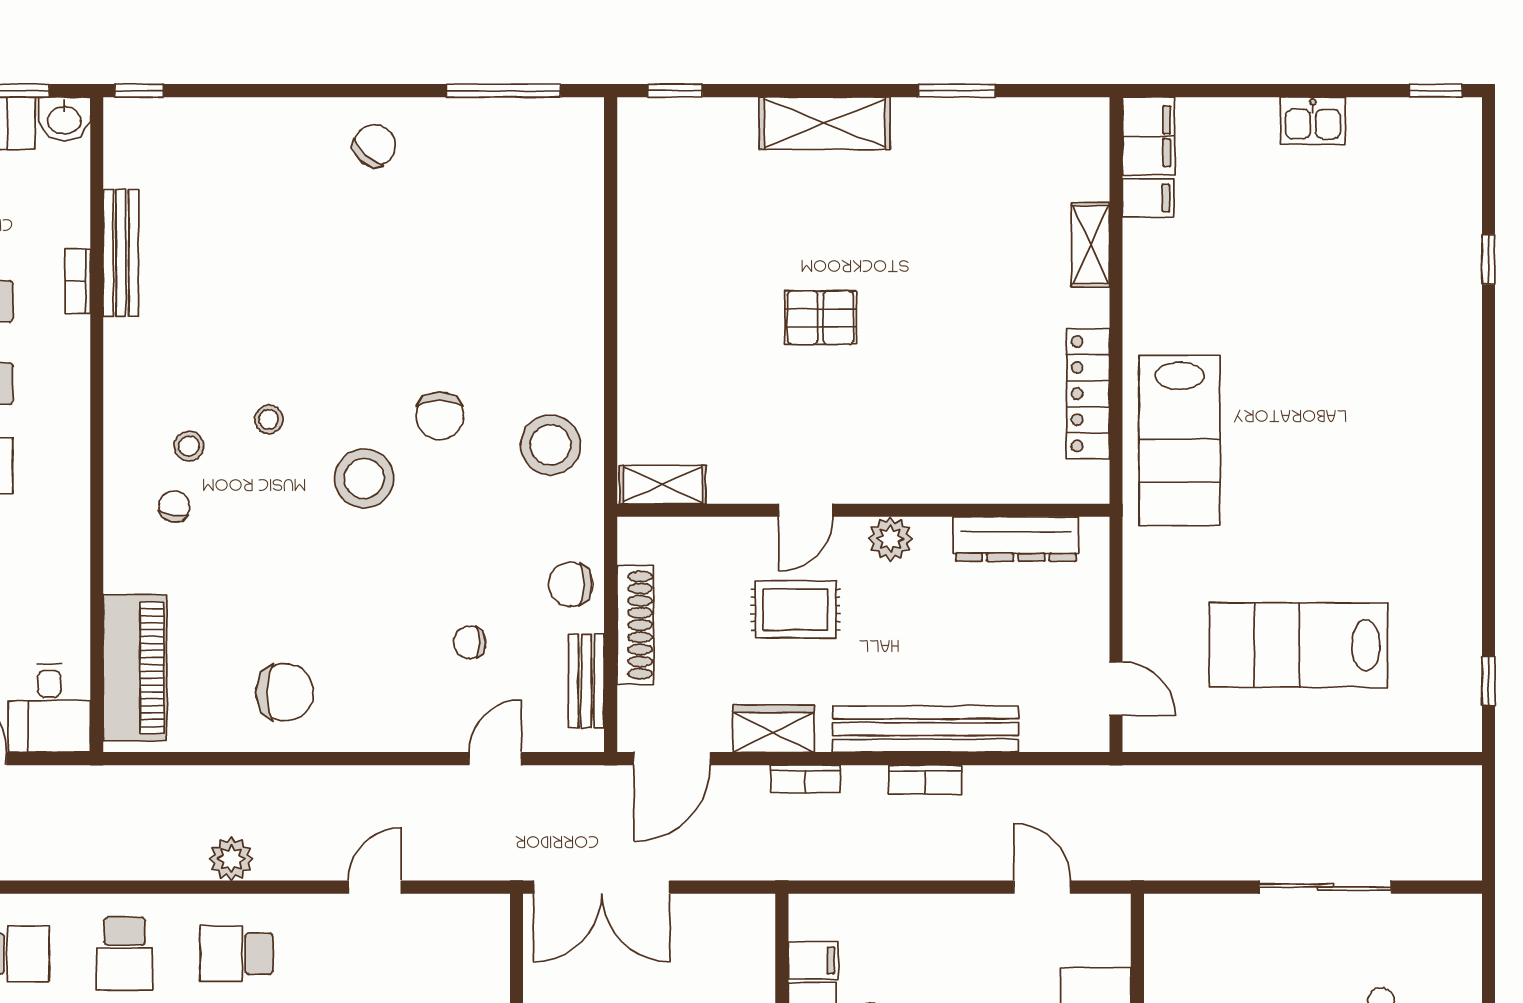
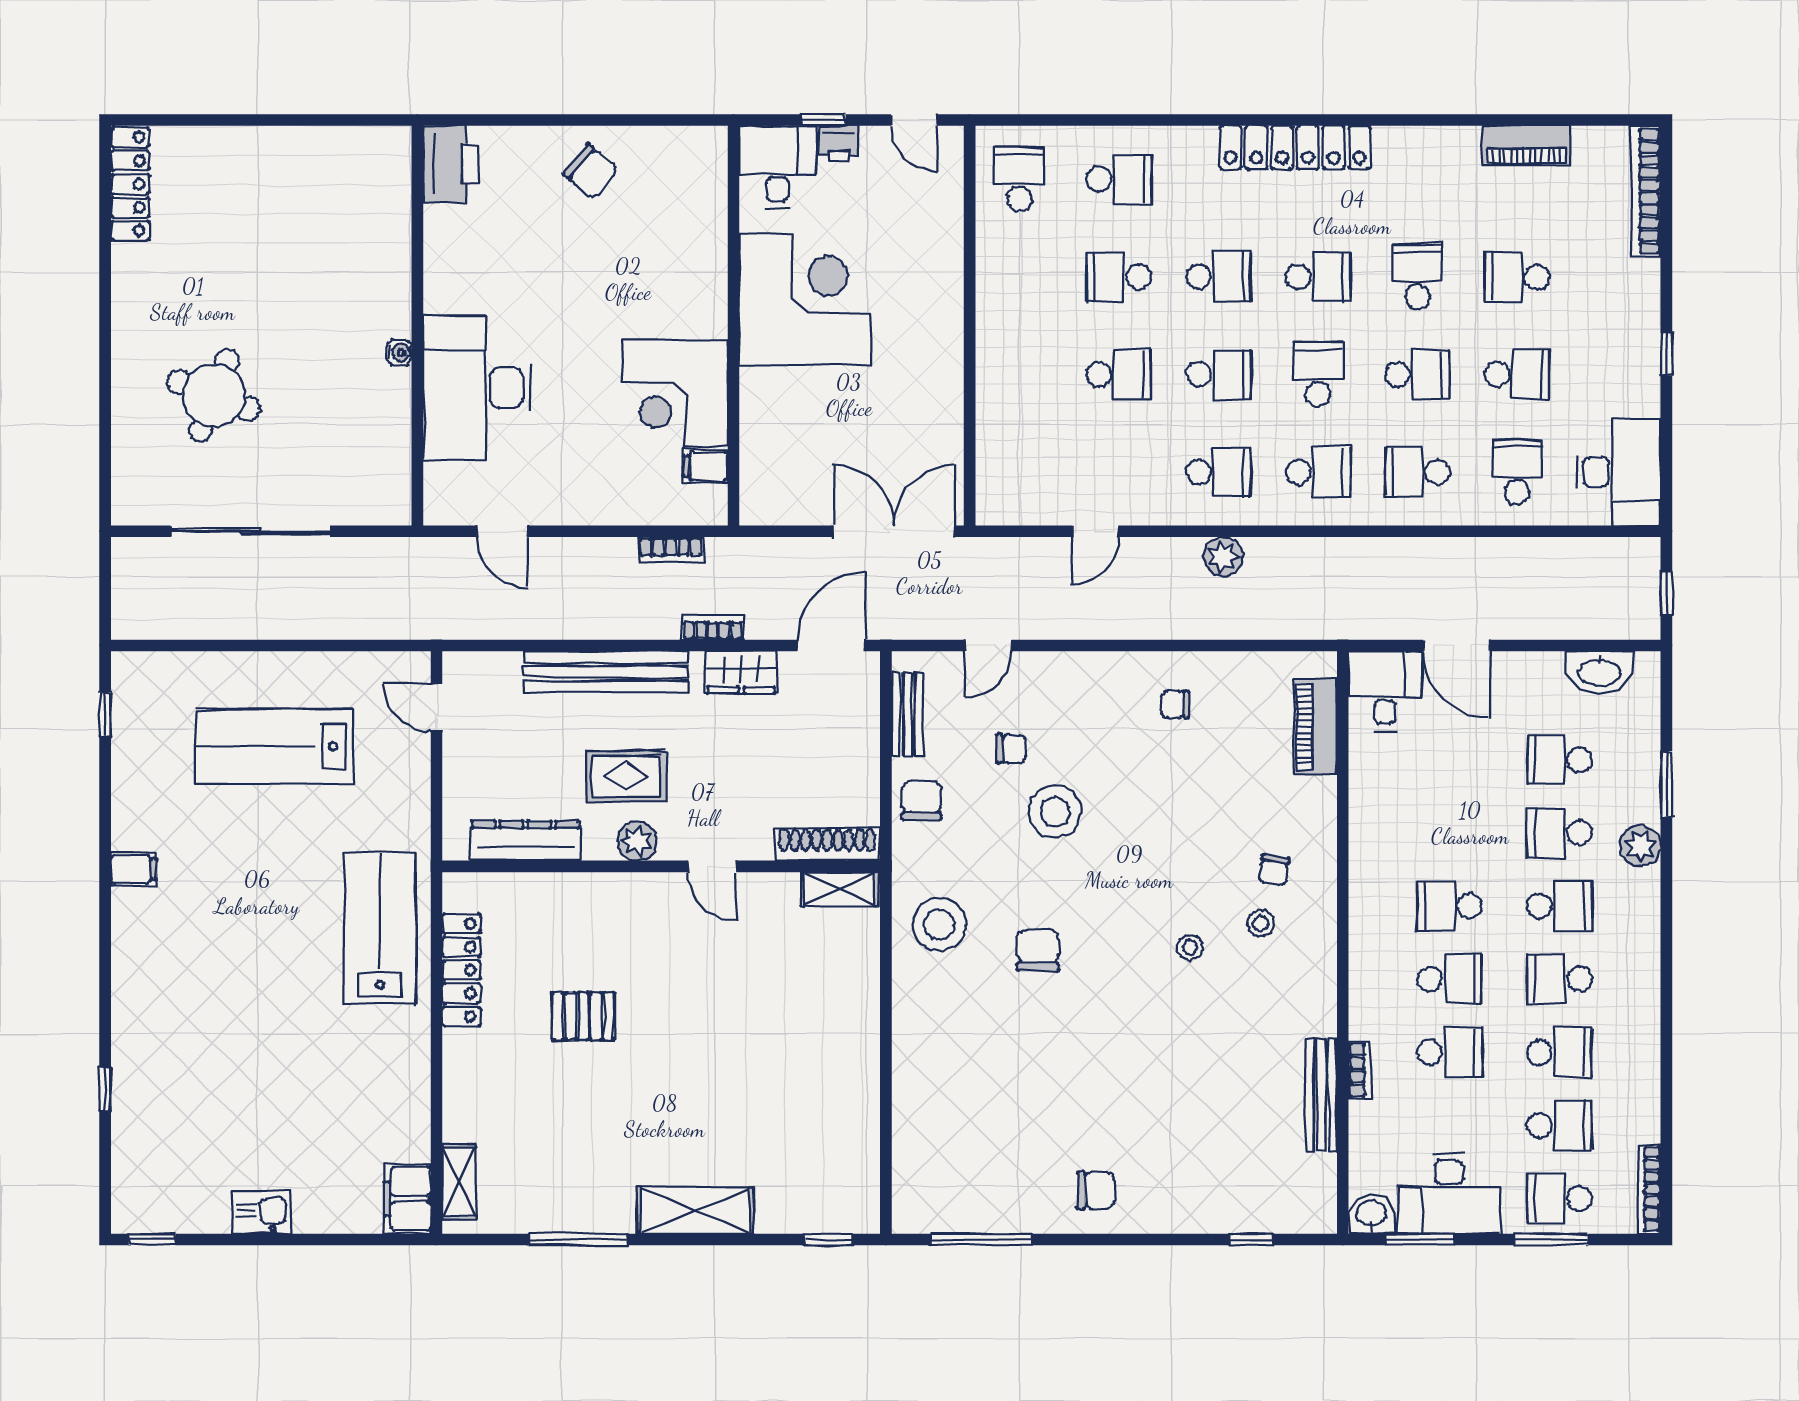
window: (139, 91) -> (1251, 1240), moved
window: (957, 91) -> (578, 1240), width x1.44
chair: (374, 146) -> (1096, 1190), turned -134
filing cabinet: (1148, 198) -> (134, 869), moved, turned 180
shelving: (1091, 245) -> (459, 1182), moved
pallet: (820, 318) -> (583, 1016), moved
stool: (364, 478) -> (1055, 811), moved
door: (806, 510) -> (712, 866), swing flipped
chair: (571, 584) -> (921, 800), turned -90
rug: (795, 610) -> (626, 776), moved
shoe rack: (635, 625) -> (827, 844), moved, turned 90
lab bench: (1298, 645) -> (274, 746), turned 180
piano: (135, 668) -> (1316, 726), width x0.73, depth x0.75
chair: (285, 692) -> (1176, 704), width x0.54, depth x0.54
bookcase: (925, 780) -> (671, 550), moved, turned 180
sliding door: (1325, 887) -> (250, 531), width x1.36
school desk: (125, 954) -> (1318, 472), turned 90

